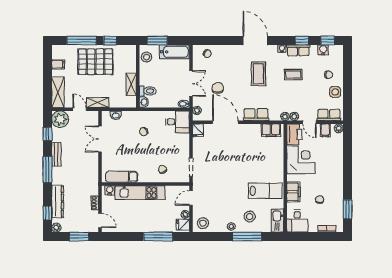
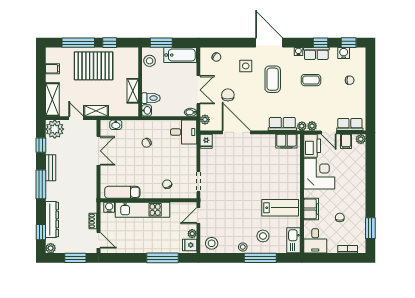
side table: (335, 92) -> (246, 66), moved
row of seats: (256, 115) -> (282, 124), moved
double door: (100, 139) -> (99, 151), swing flipped

